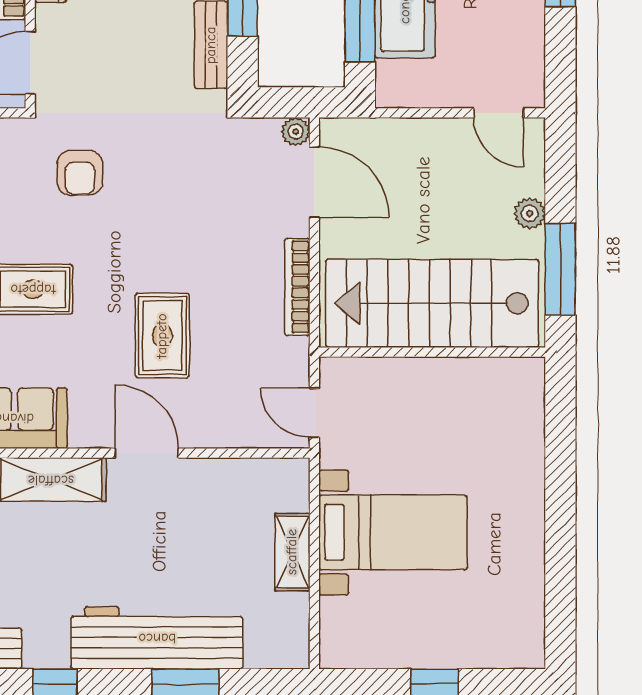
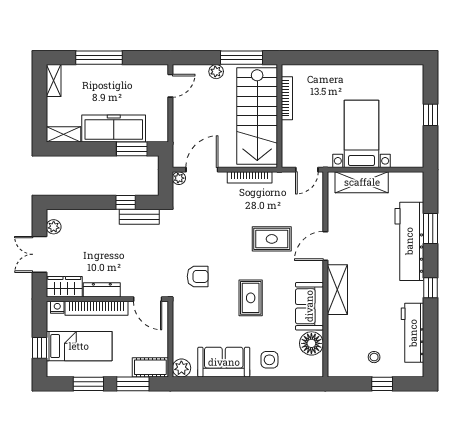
bookcase: (471, 369) -> (287, 98), added
shelving: (292, 552) -> (362, 182), width x1.50, depth x1.33

